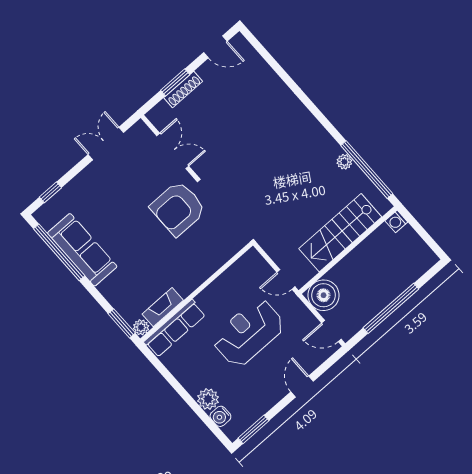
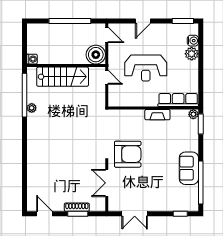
sofa: (82, 250) -> (189, 168), width x0.73
fireplace: (163, 307) -> (157, 115), moved

